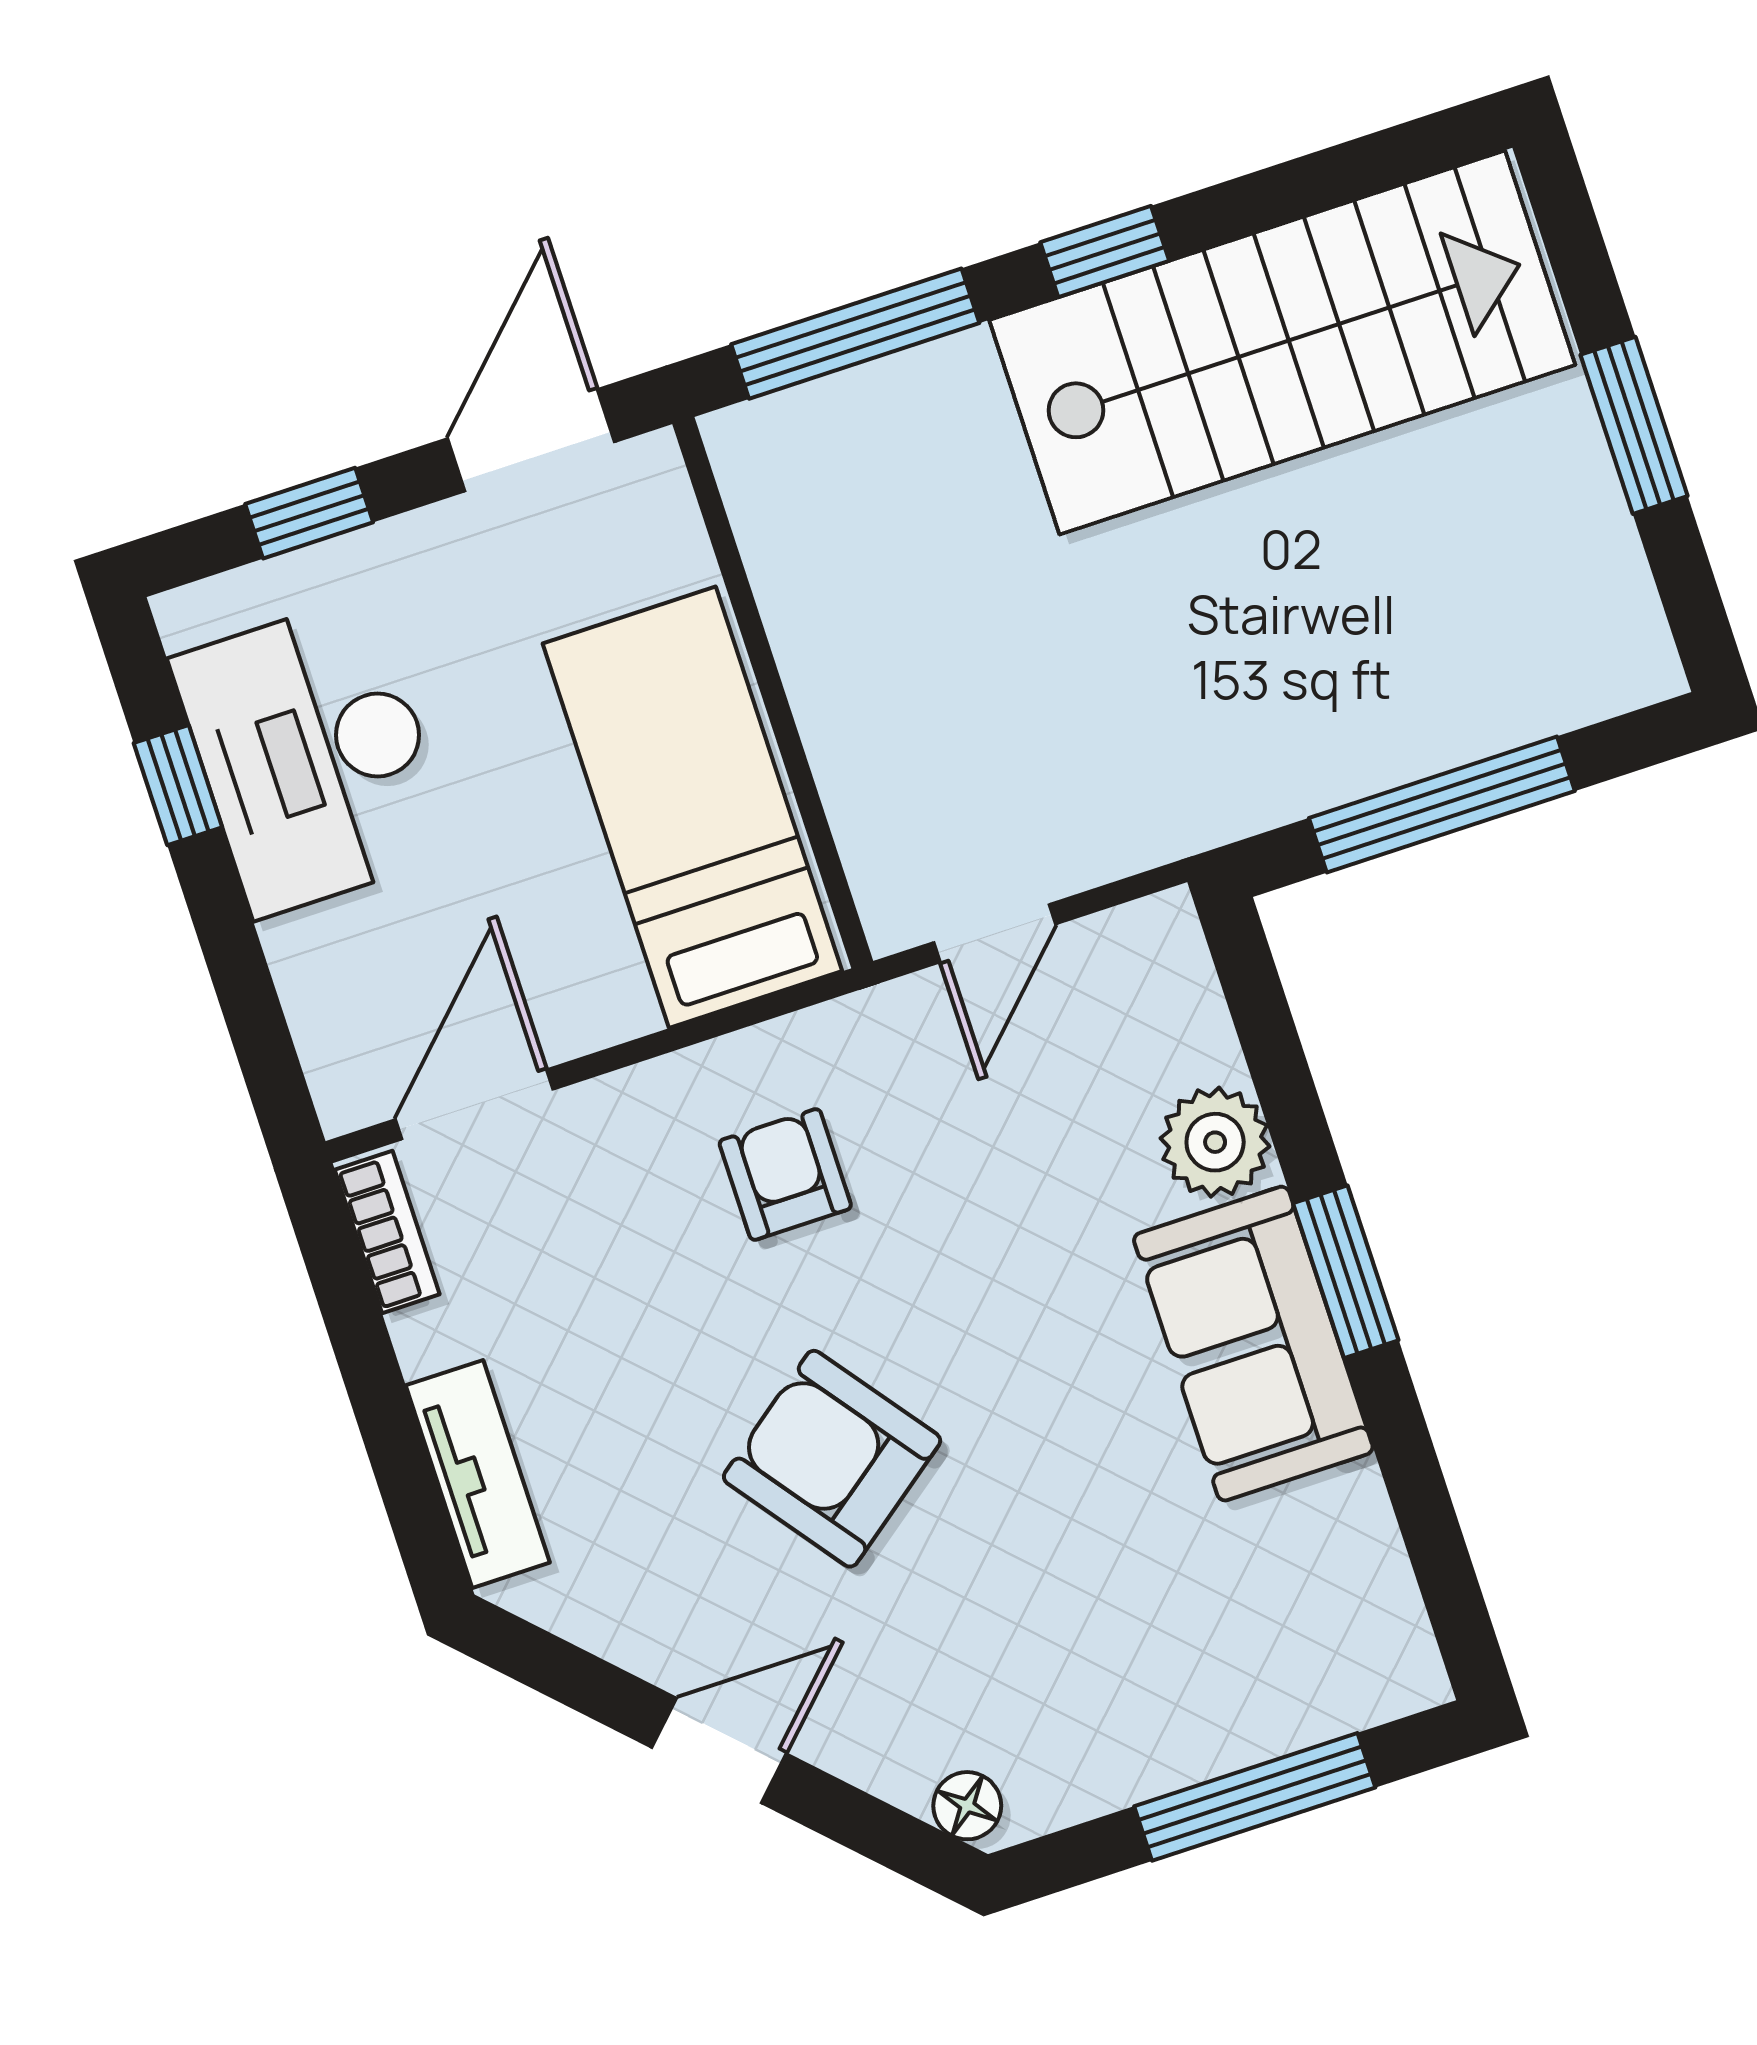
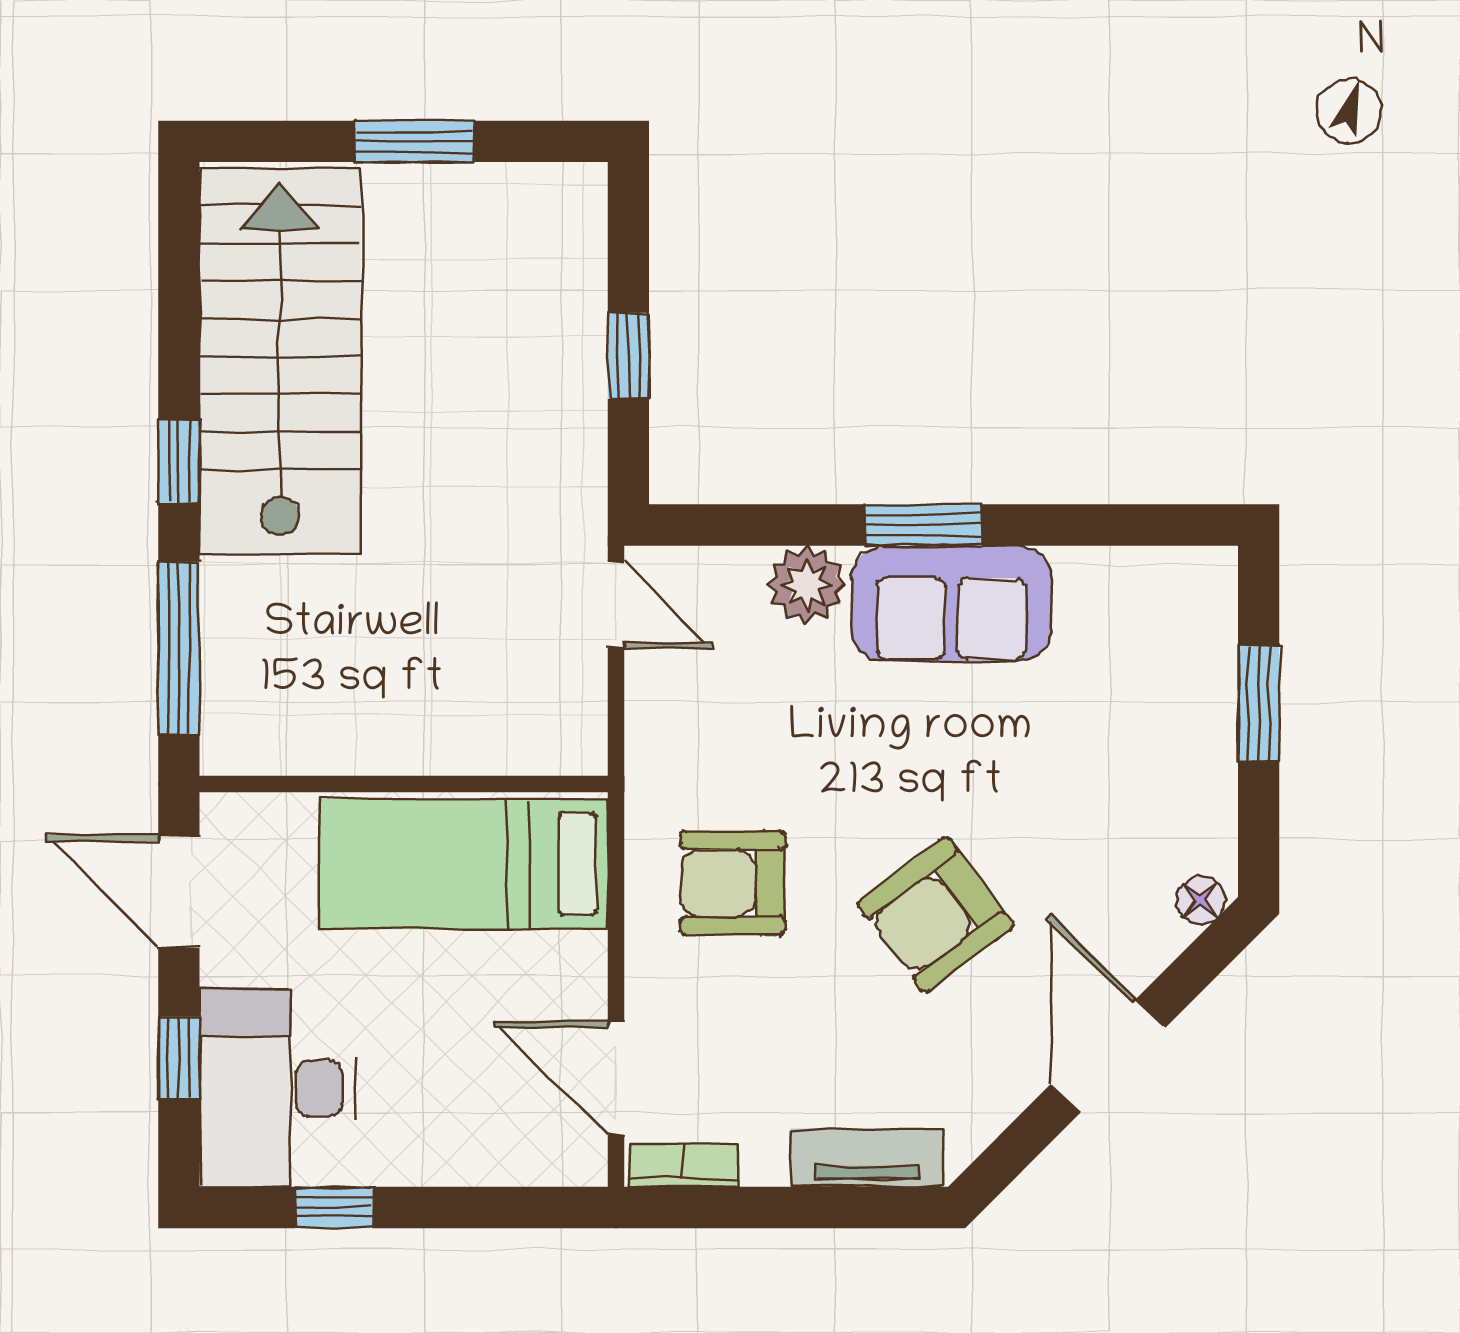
desk: (313, 756) -> (277, 1088), moved, turned 90
window: (1442, 804) -> (628, 356), width x0.46
door: (995, 933) -> (616, 605), moved
armchair: (785, 1175) -> (733, 883), width x1.38, depth x1.38
door: (719, 1750) -> (1108, 1056), width x1.37
window: (1255, 1797) -> (1259, 704), width x0.69

